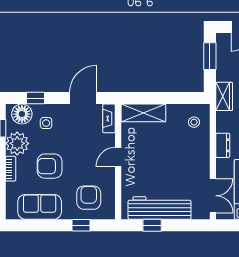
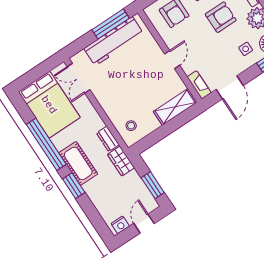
dresser: (223, 145) -> (108, 139), moved
window: (152, 225) -> (111, 24), width x2.17

